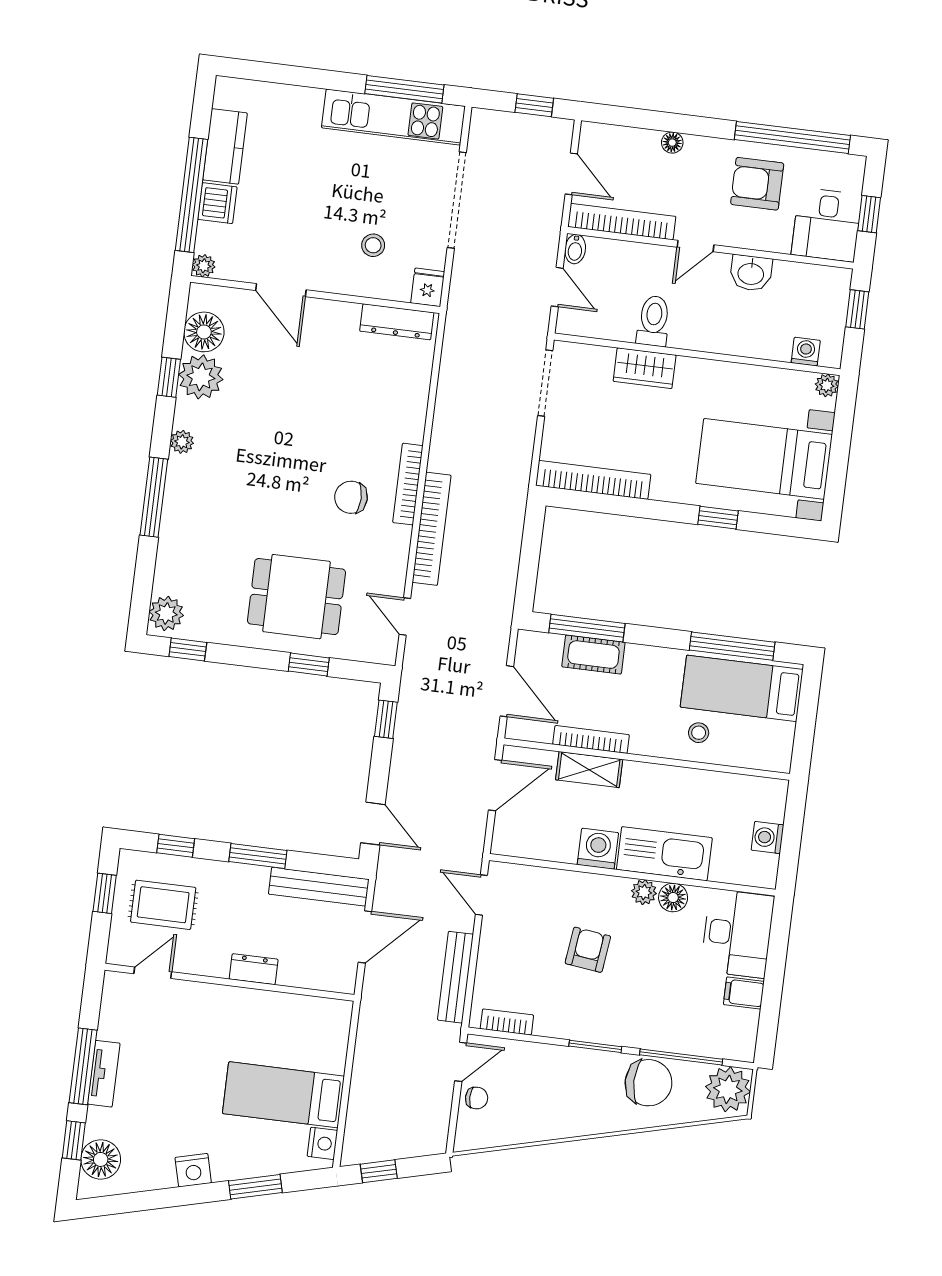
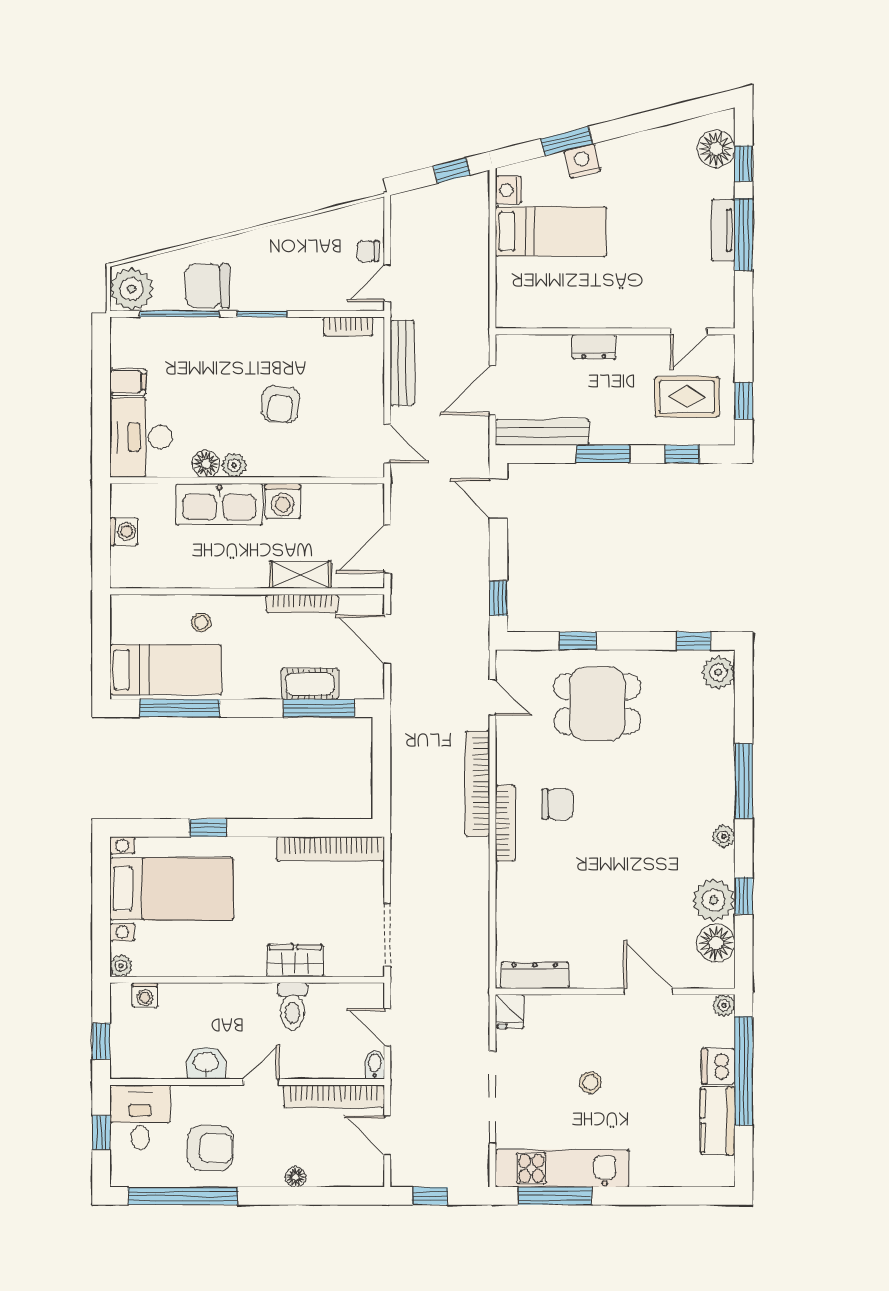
stool: (373, 245) -> (590, 1082), moved
nightstand: (193, 1170) -> (582, 161), moved

